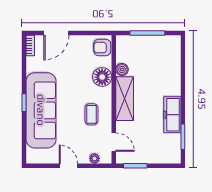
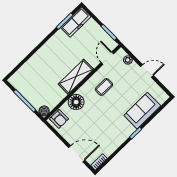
boiler: (122, 69) -> (44, 111), moved
sofa: (41, 110) -> (142, 111), width x0.54, depth x0.79
freezer: (172, 115) -> (76, 22), moved
door: (68, 166) -> (147, 71), swing flipped

